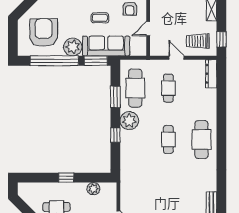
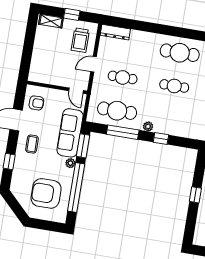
coffee table: (100, 18) -> (32, 144), moved
door: (148, 29) -> (76, 91), moved
window: (221, 39) -> (72, 14), moved
plant: (73, 47) -> (70, 163), width x0.53, depth x0.53
window: (115, 97) -> (123, 132), width x1.44
plant: (129, 121) -> (148, 126), width x0.53, depth x0.53

